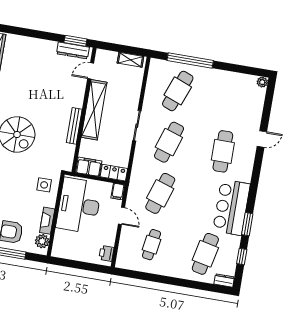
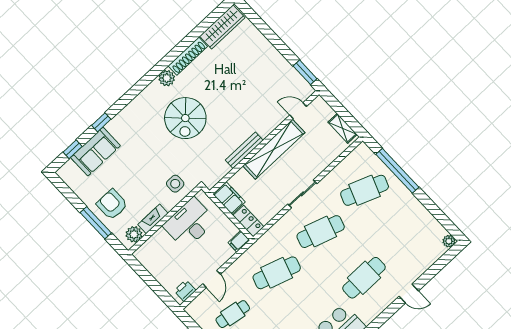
dresser: (73, 50) -> (296, 79), removed
desk: (79, 205) -> (189, 223), width x0.73, depth x0.77
door: (121, 216) -> (212, 279), moved

